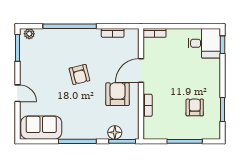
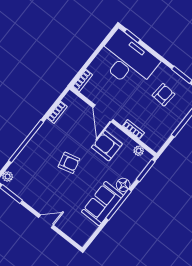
desk: (204, 43) -> (127, 60), width x1.87, depth x1.30
armchair: (195, 107) -> (164, 95), turned 94
plant: (134, 123) -> (139, 151), added
sofa: (41, 128) -> (102, 204), moved
floor lamp: (115, 132) -> (123, 185), moved

